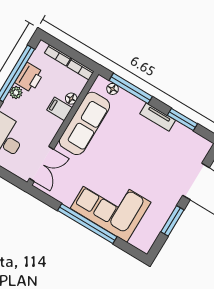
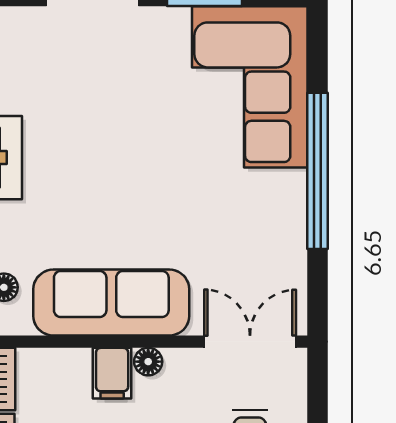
floor lamp: (71, 99) -> (148, 362), moved
corner sofa: (111, 205) -> (250, 87), moved

